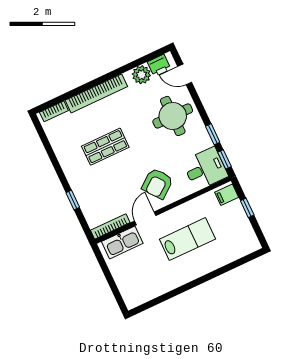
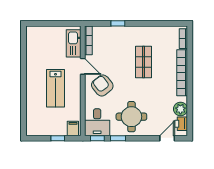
round table: (173, 116) -> (131, 117), moved

